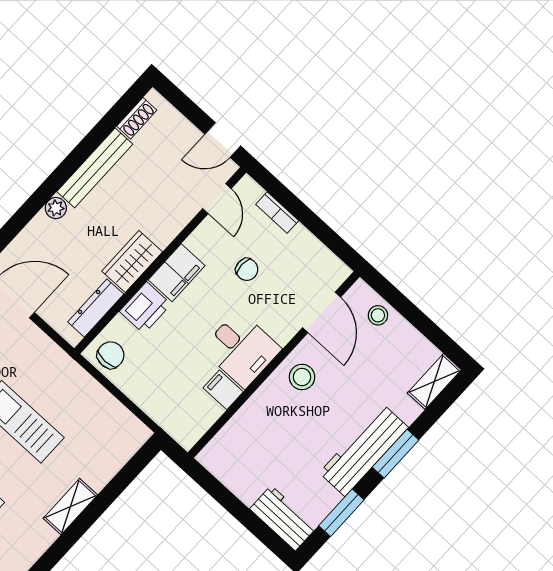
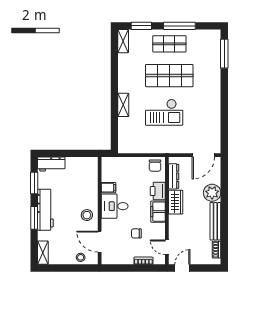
plant: (56, 208) -> (212, 193), width x1.88, depth x1.88

